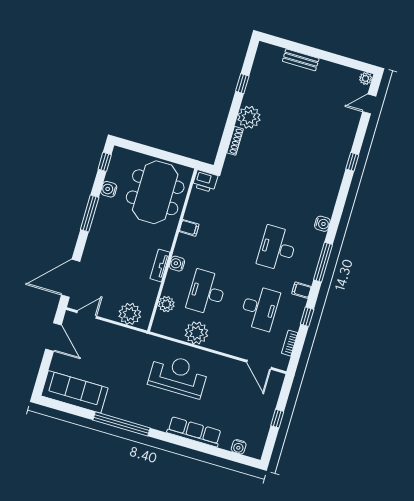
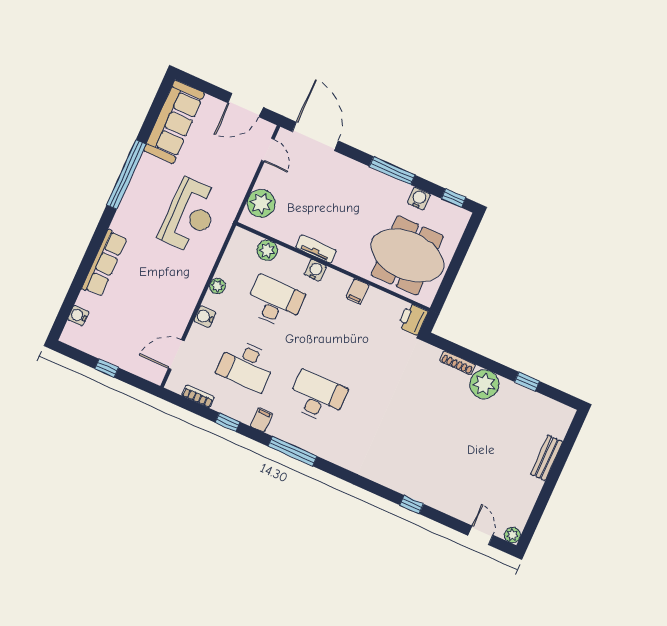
water cooler: (322, 224) -> (205, 317), moved, turned 90
plant: (196, 333) -> (217, 286), width x0.53, depth x0.53
reception desk: (178, 376) -> (190, 215), moved

